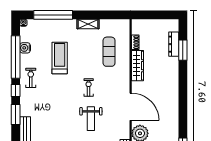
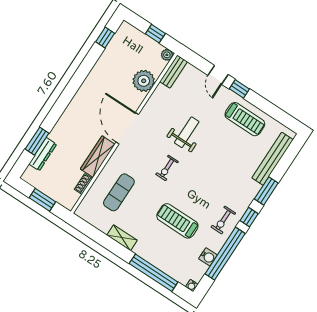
window: (155, 15) -> (42, 200), added
treadmill: (60, 58) -> (177, 221), turned 90
door: (131, 107) -> (127, 128), moved

